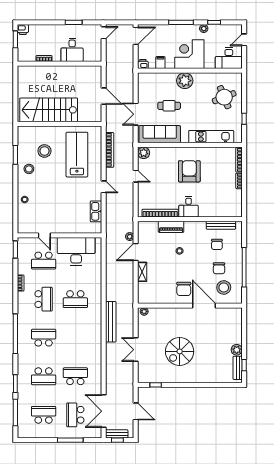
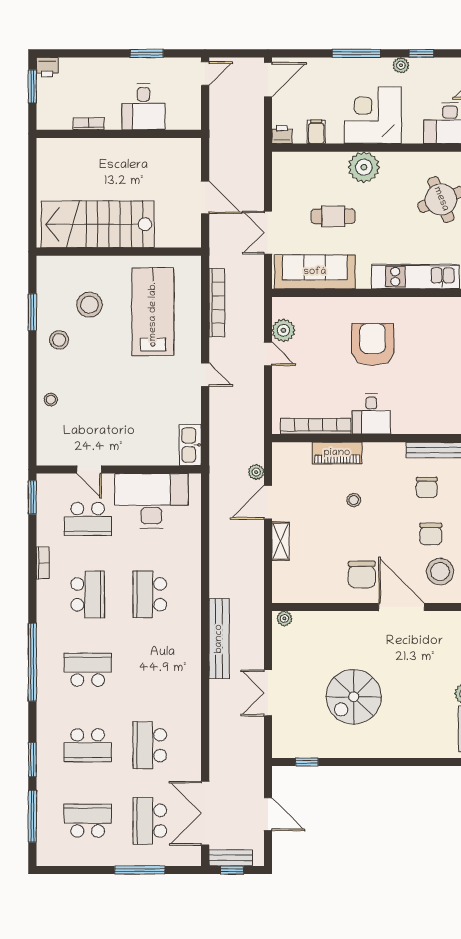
plant: (144, 153) -> (283, 330), moved
kitchen sink: (96, 211) -> (190, 445), moved
school desk: (75, 299) -> (150, 594), turned 90
school desk: (75, 376) -> (150, 745), turned -90

